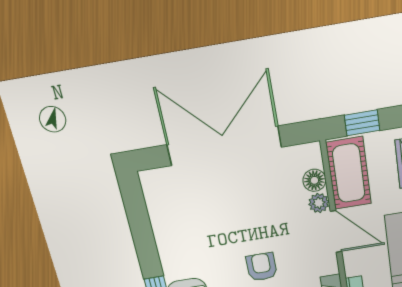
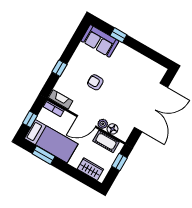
cot: (349, 173) -> (106, 141), width x0.73, depth x0.75
armchair: (262, 267) -> (95, 82), turned 180

